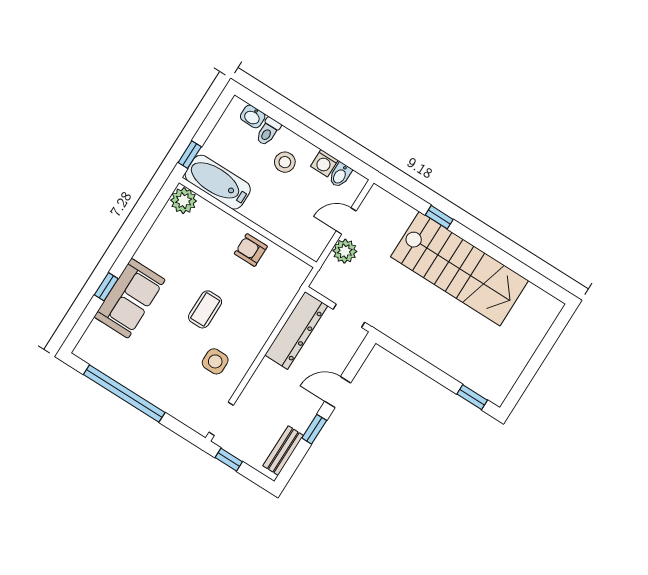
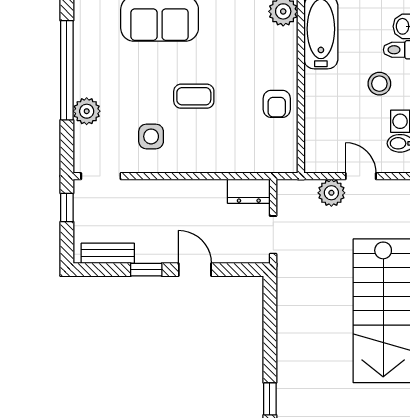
armchair: (251, 250) -> (277, 104), turned 180
dresser: (296, 330) -> (249, 191), width x0.51, depth x0.80
plant: (165, 398) -> (87, 111), added

